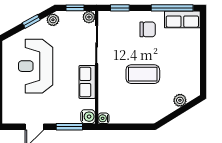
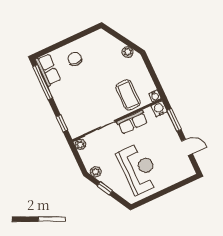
window: (75, 8) -> (78, 159), removed
chair: (148, 29) -> (75, 59), moved
reception desk: (36, 66) -> (139, 169), turned -90
coffee table: (143, 74) -> (128, 95), moved
plant: (180, 100) -> (127, 52), moved

